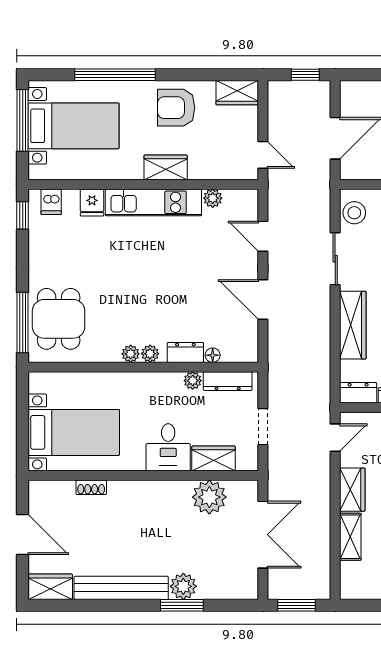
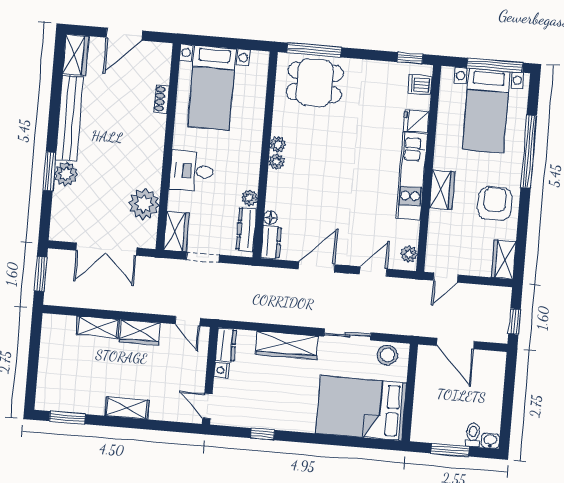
plant: (213, 198) -> (409, 254), moved
dresser: (185, 352) -> (271, 242), moved
wardrobe: (213, 458) -> (176, 232), moved

